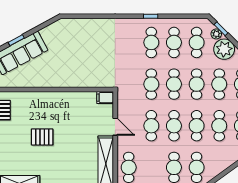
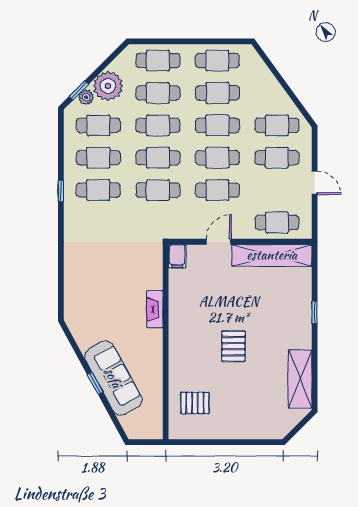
fireplace: (68, 82) -> (155, 309), added

